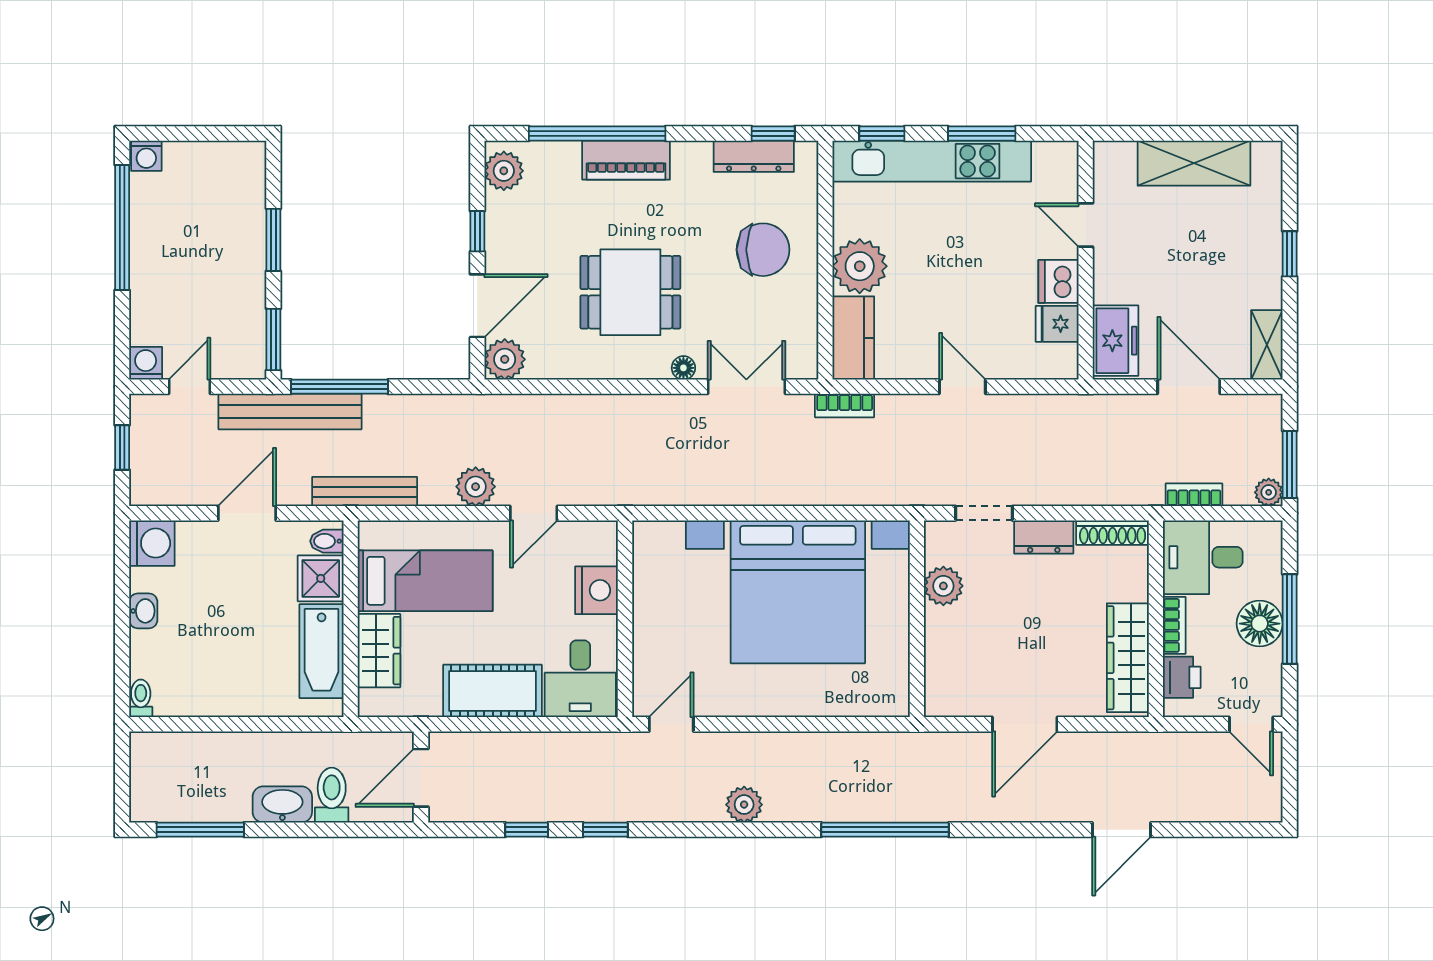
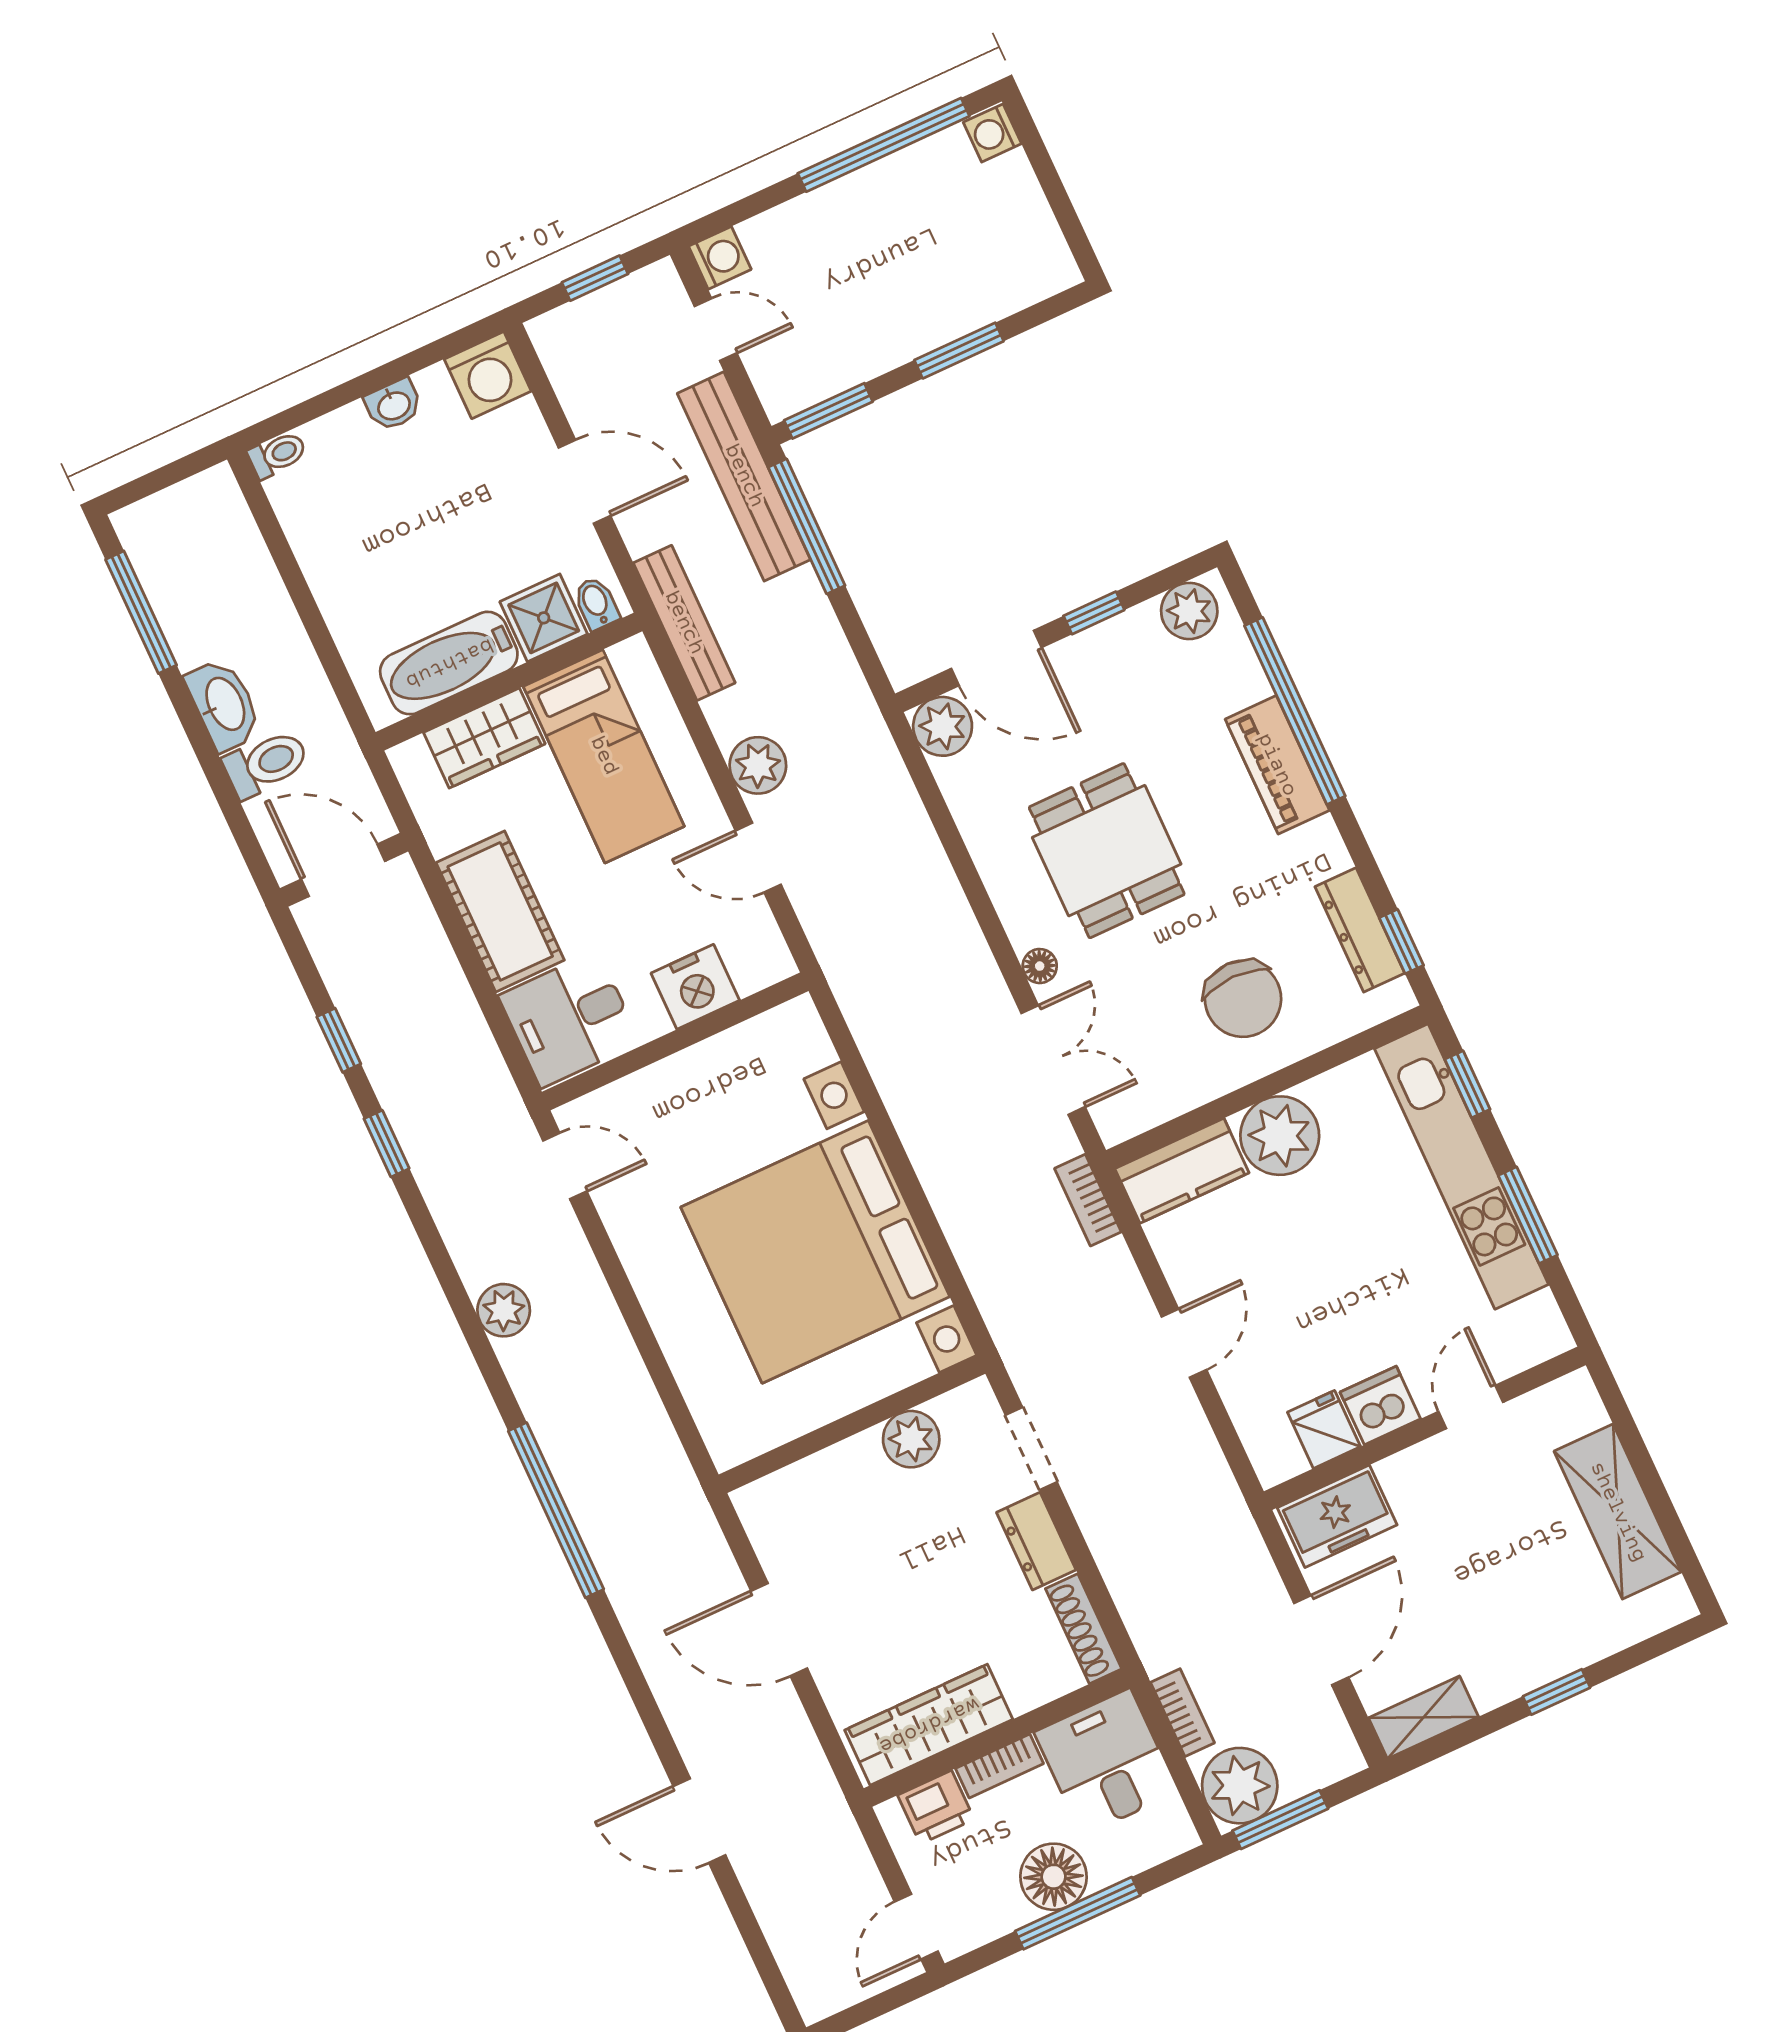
plant: (1269, 492) -> (1240, 1786), width x1.88, depth x1.88

